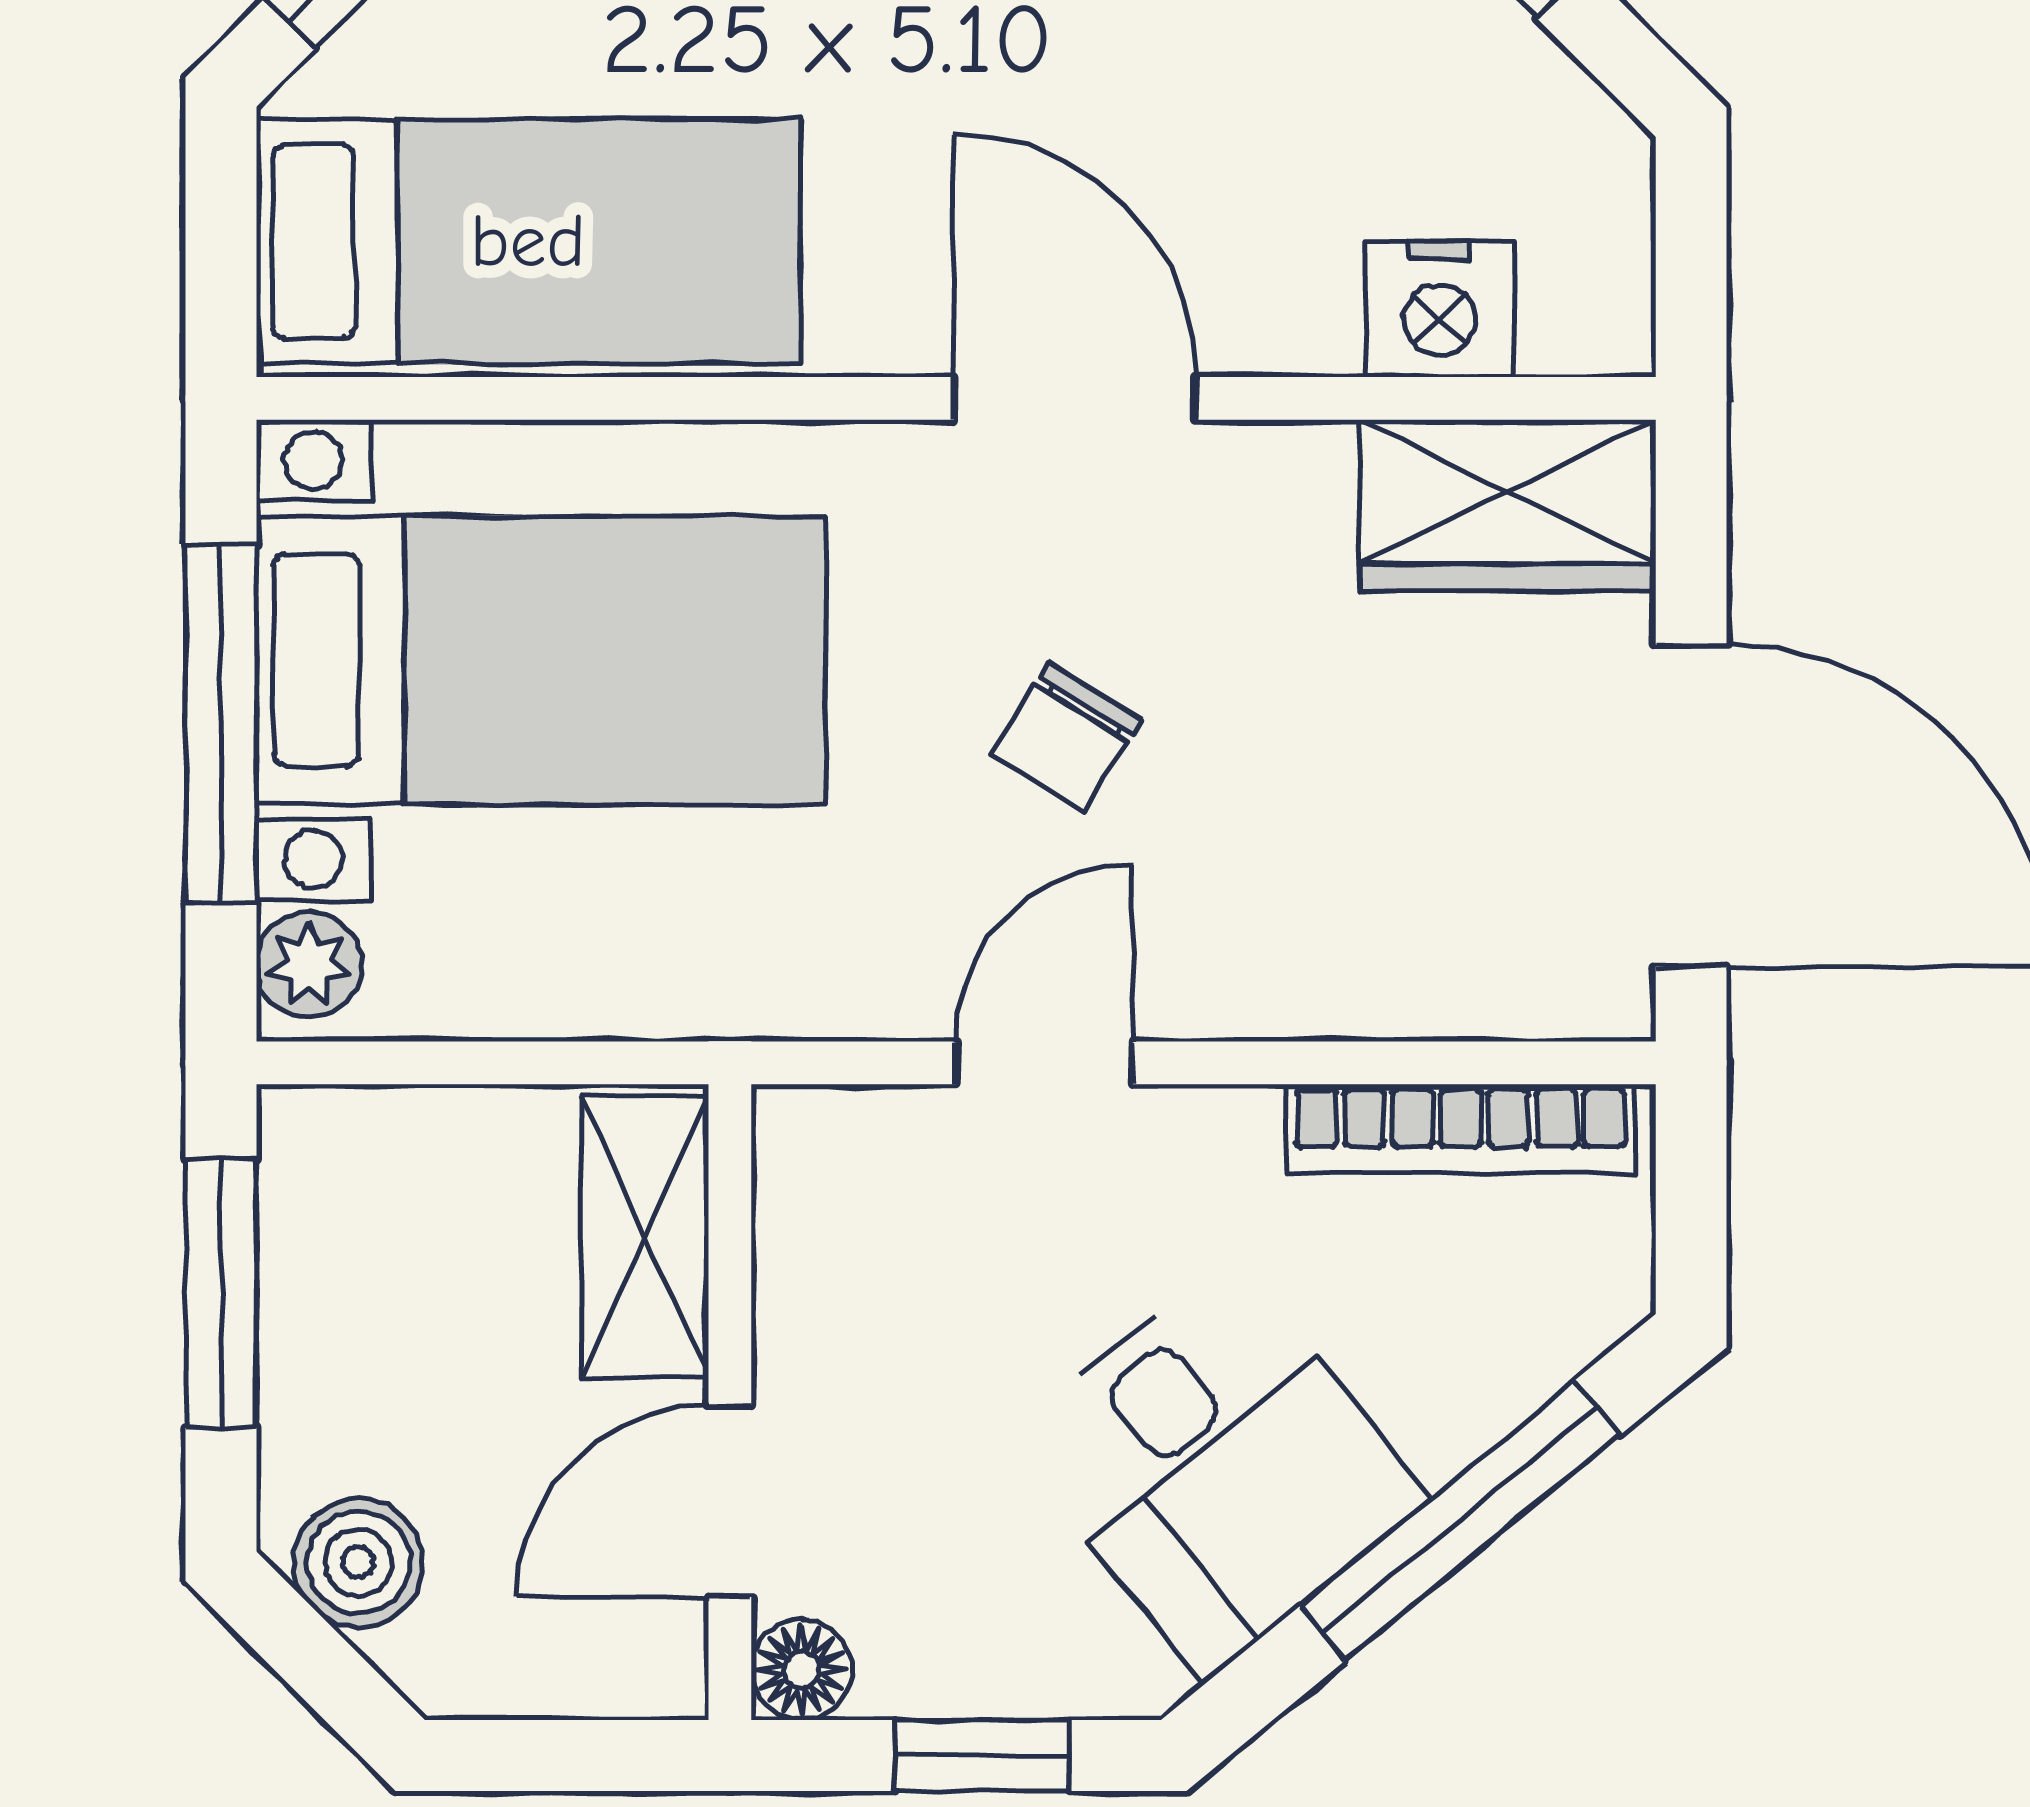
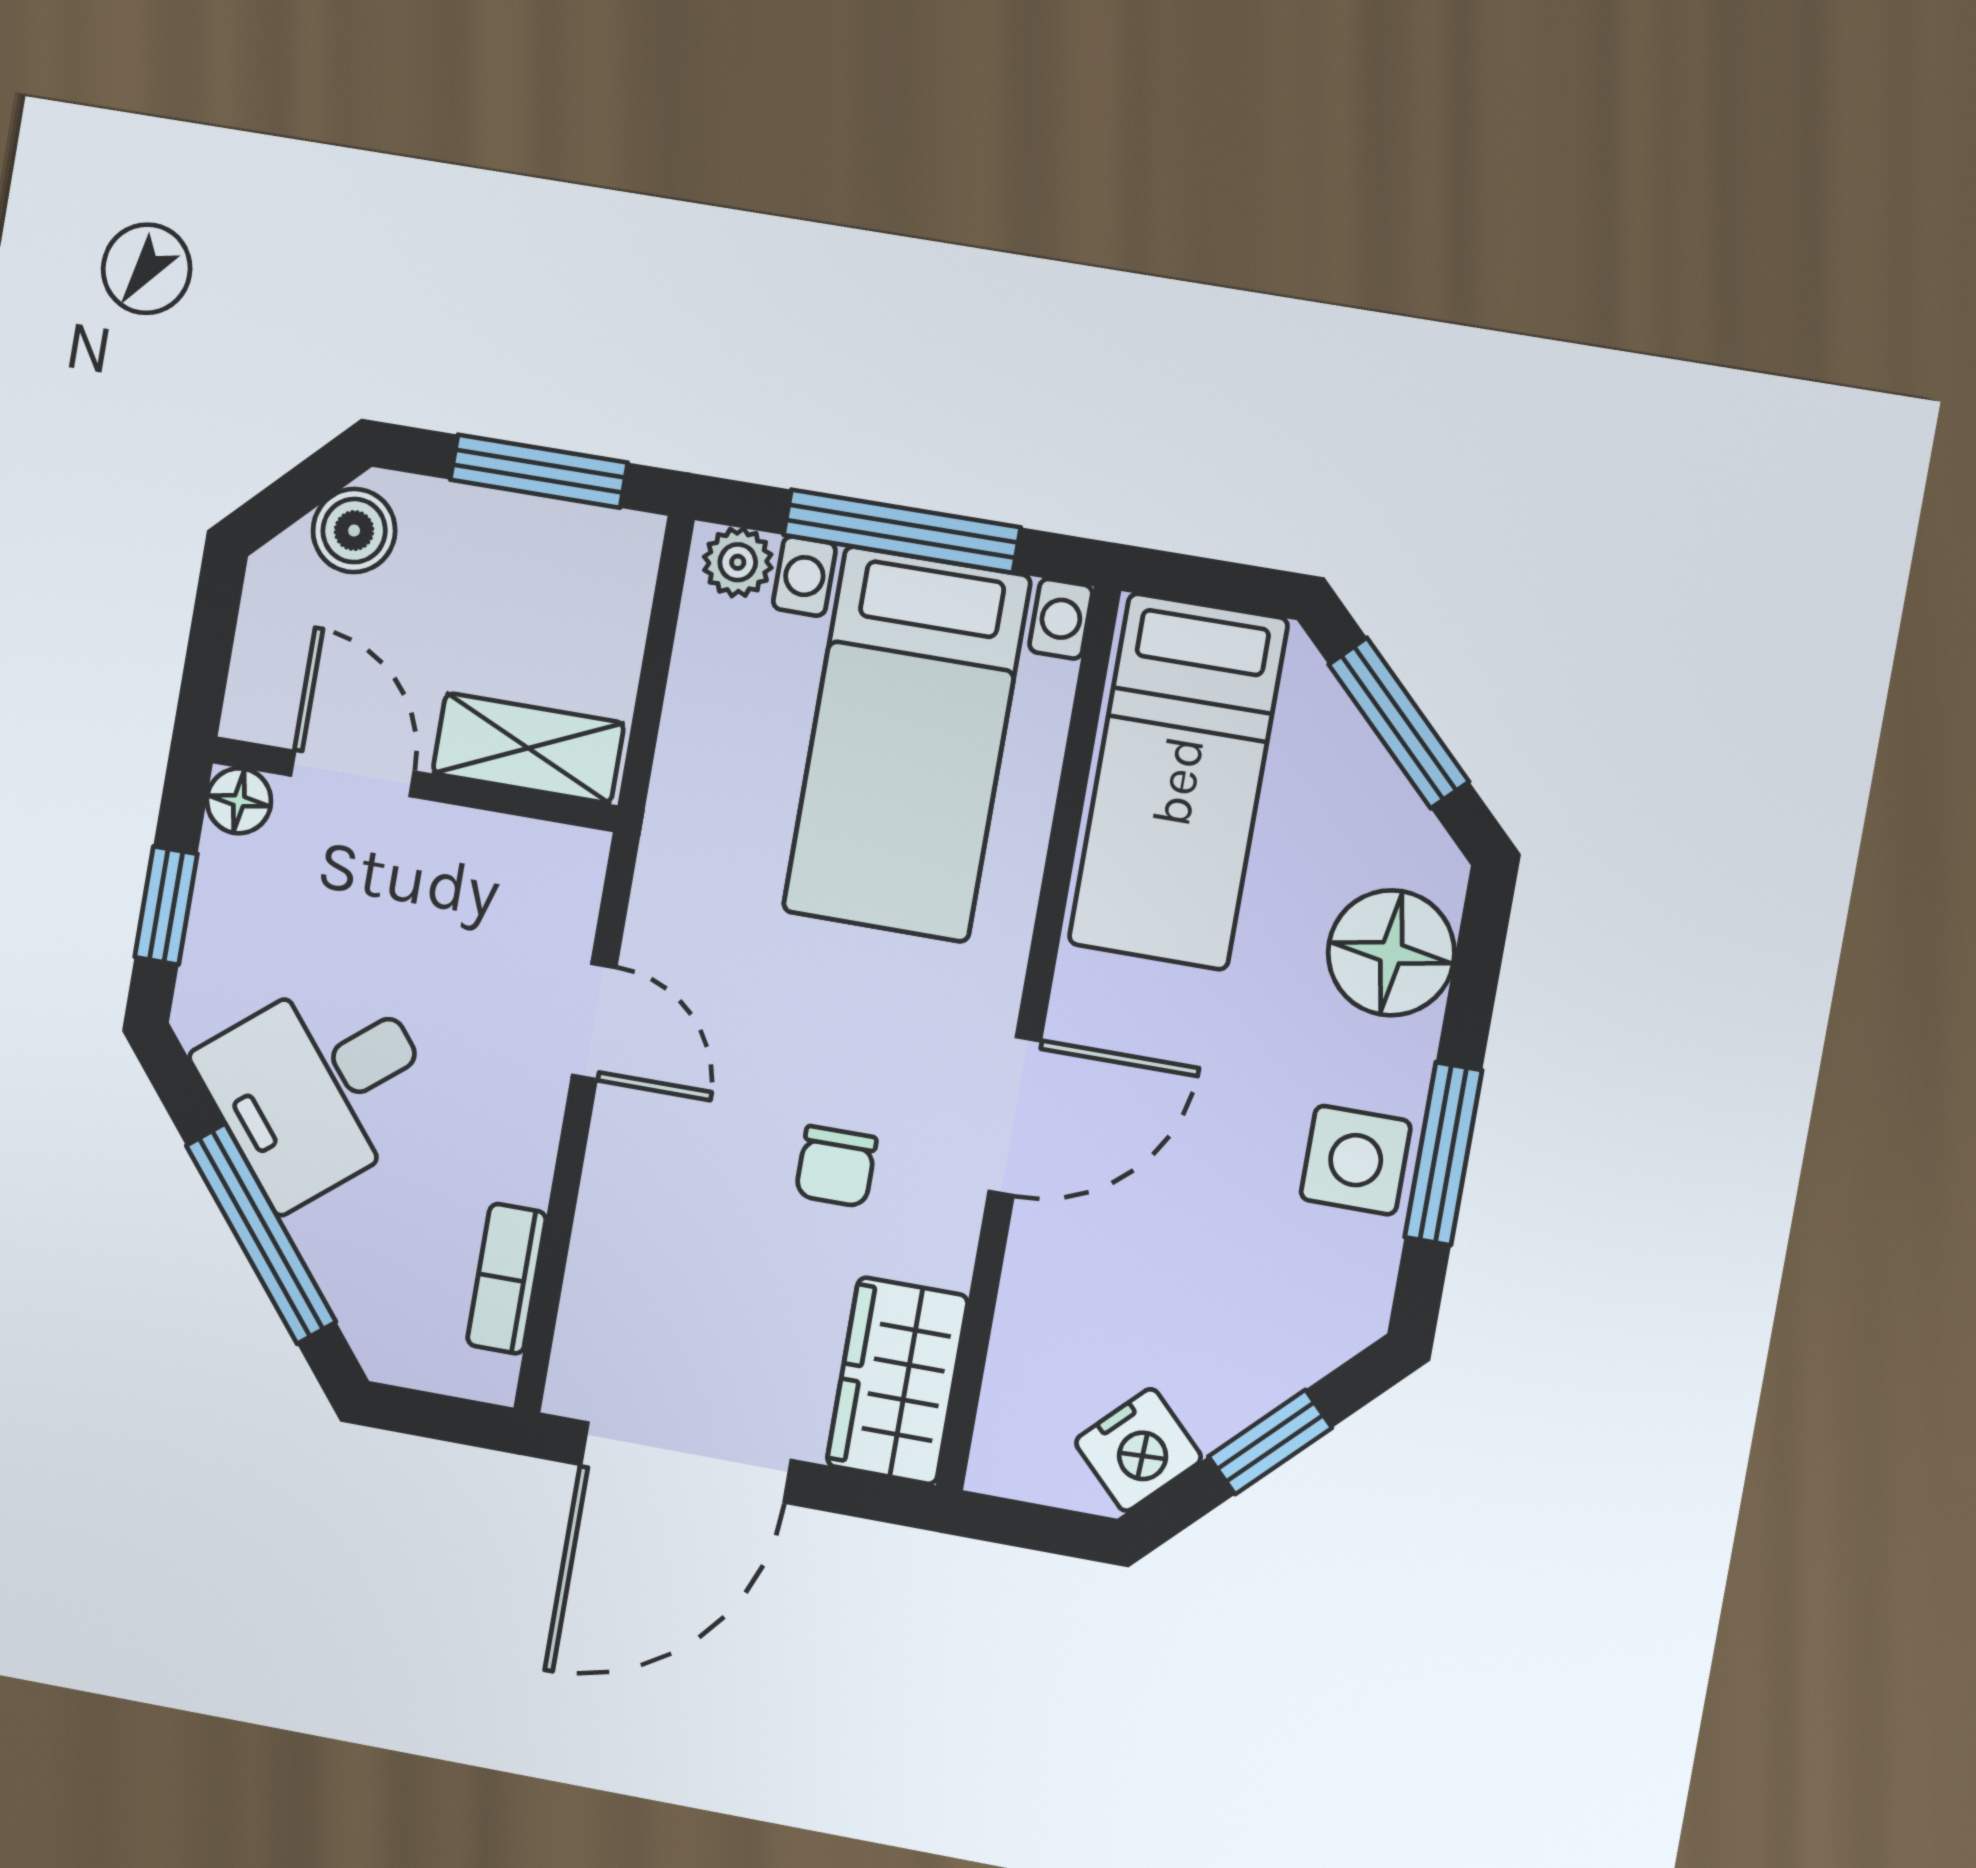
nightstand: (1439, 309) -> (1138, 1450), moved, turned -135
chair: (1067, 737) -> (836, 1167), moved, turned -122
bookcase: (1461, 1129) -> (507, 1279), width x0.64

